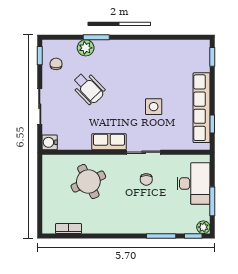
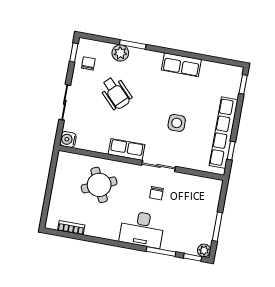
row of seats: (148, 49) -> (181, 65), added
desk: (193, 183) -> (142, 229), moved, turned 90

